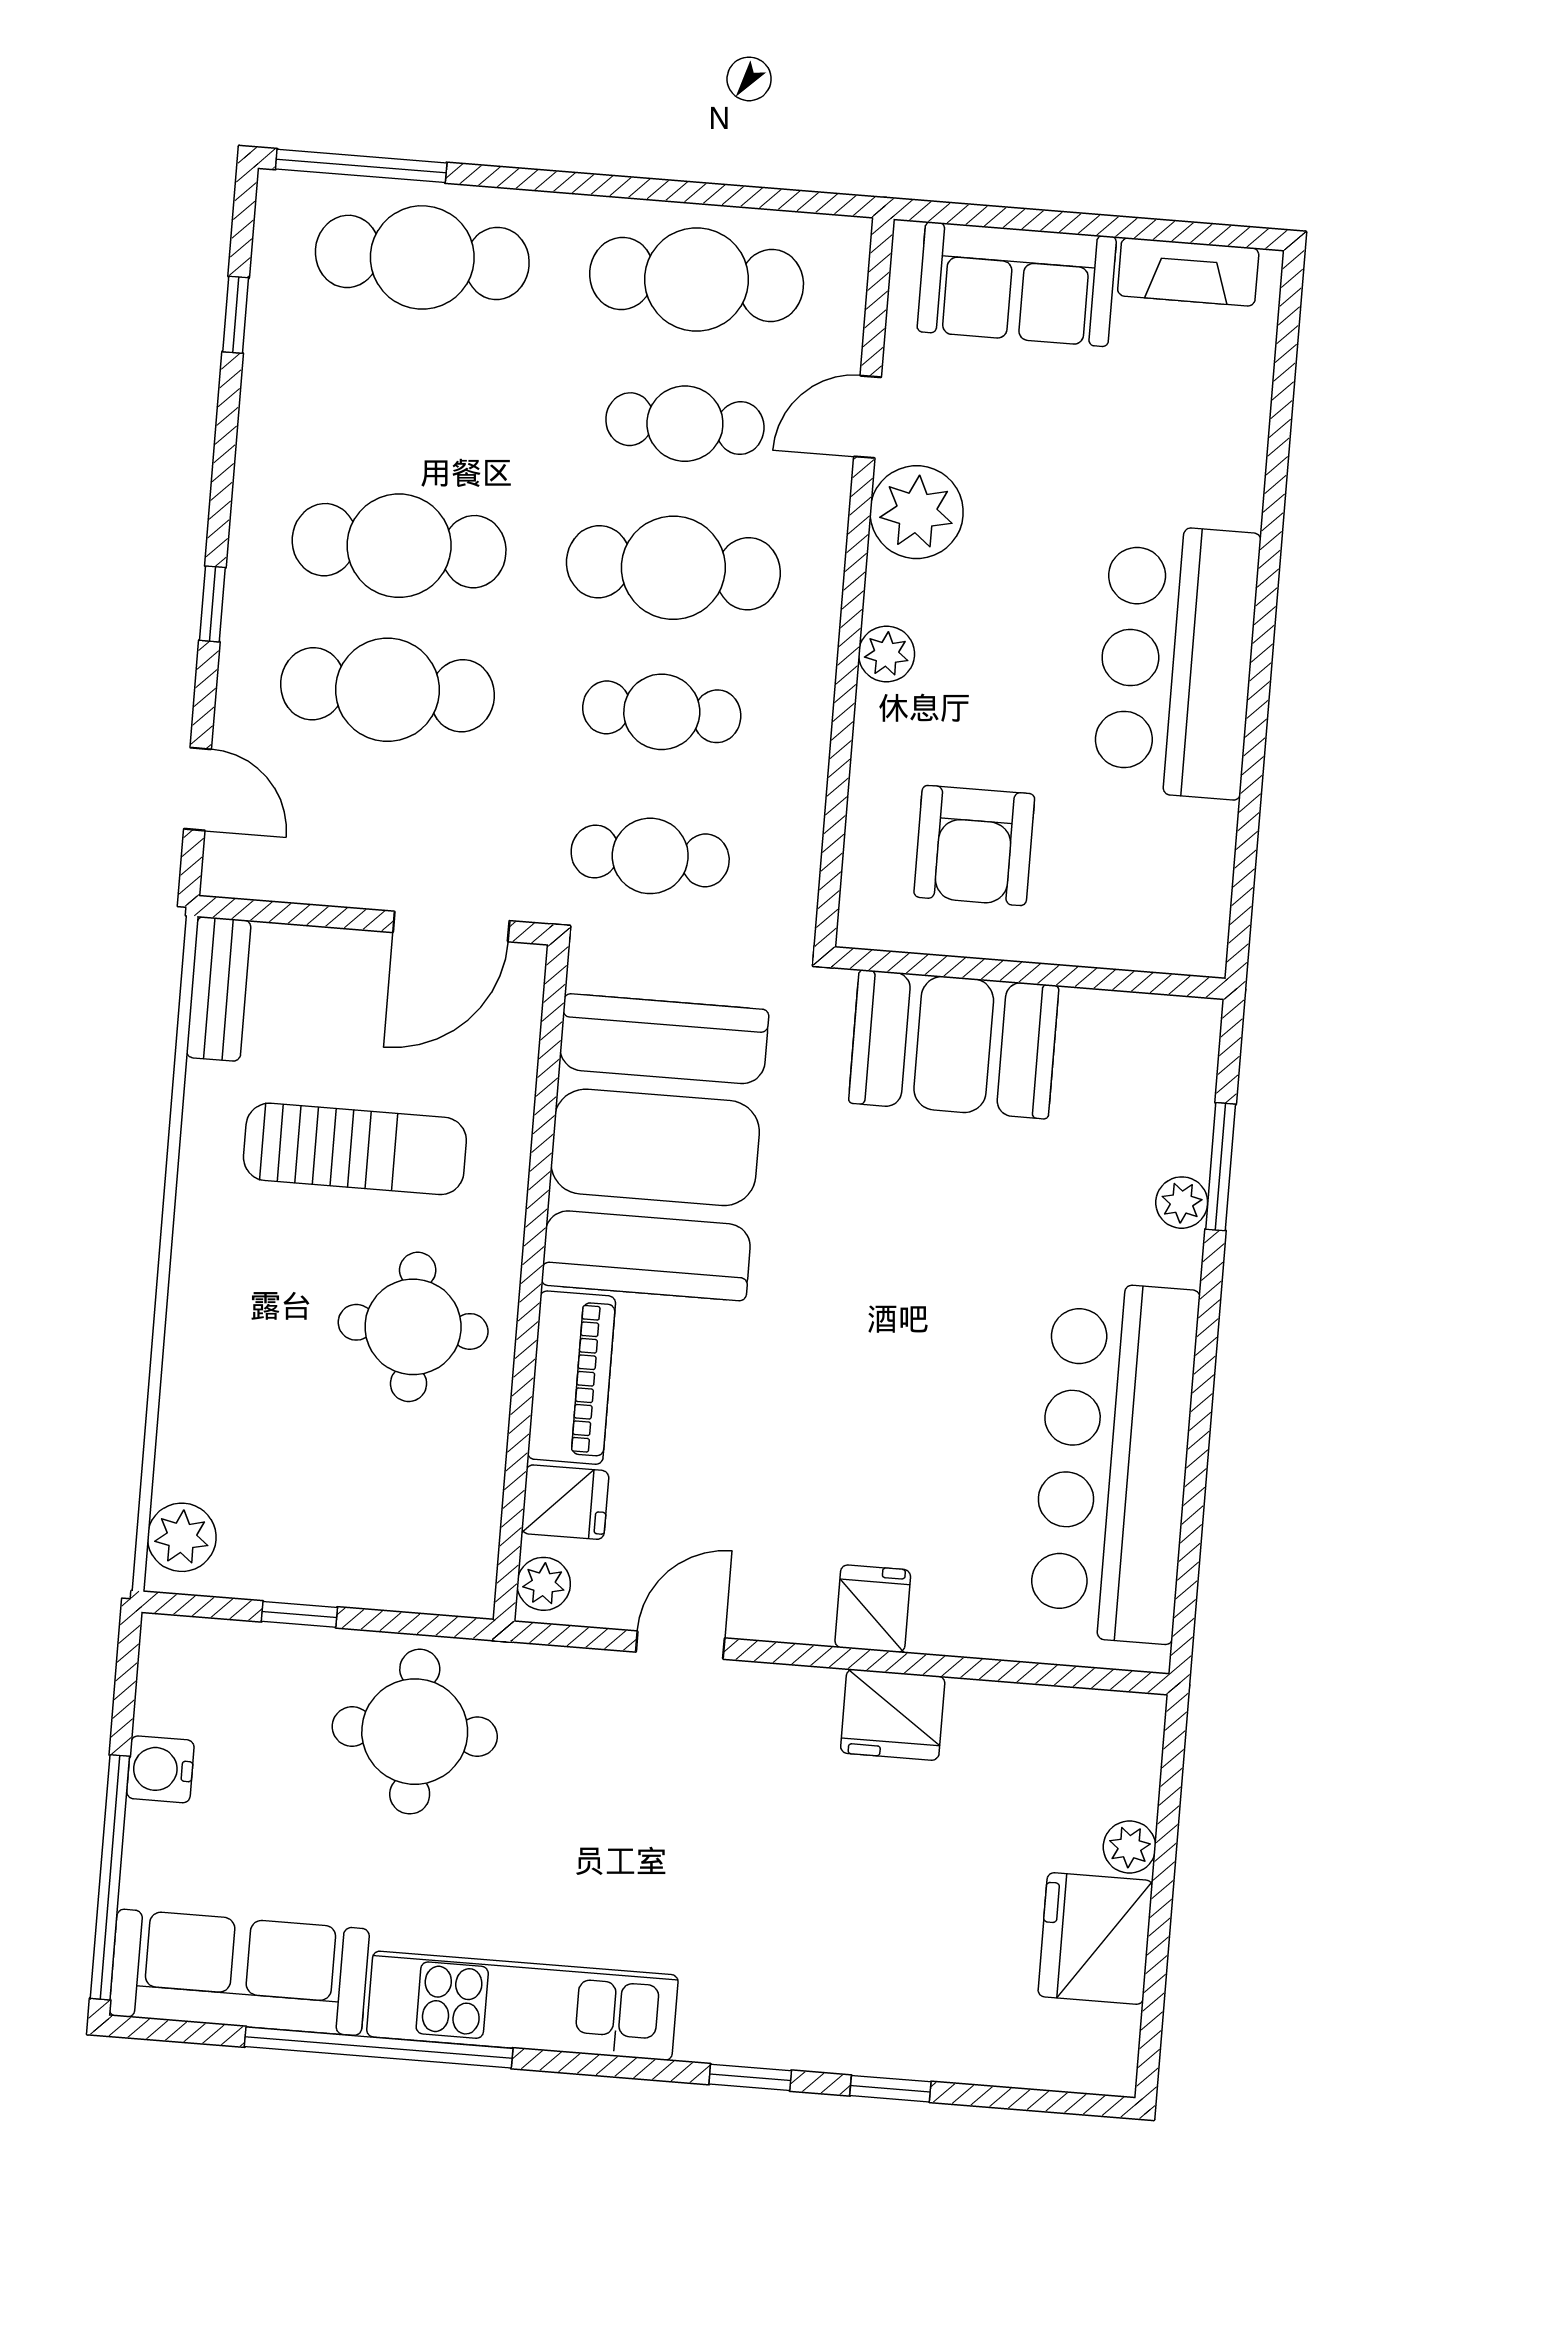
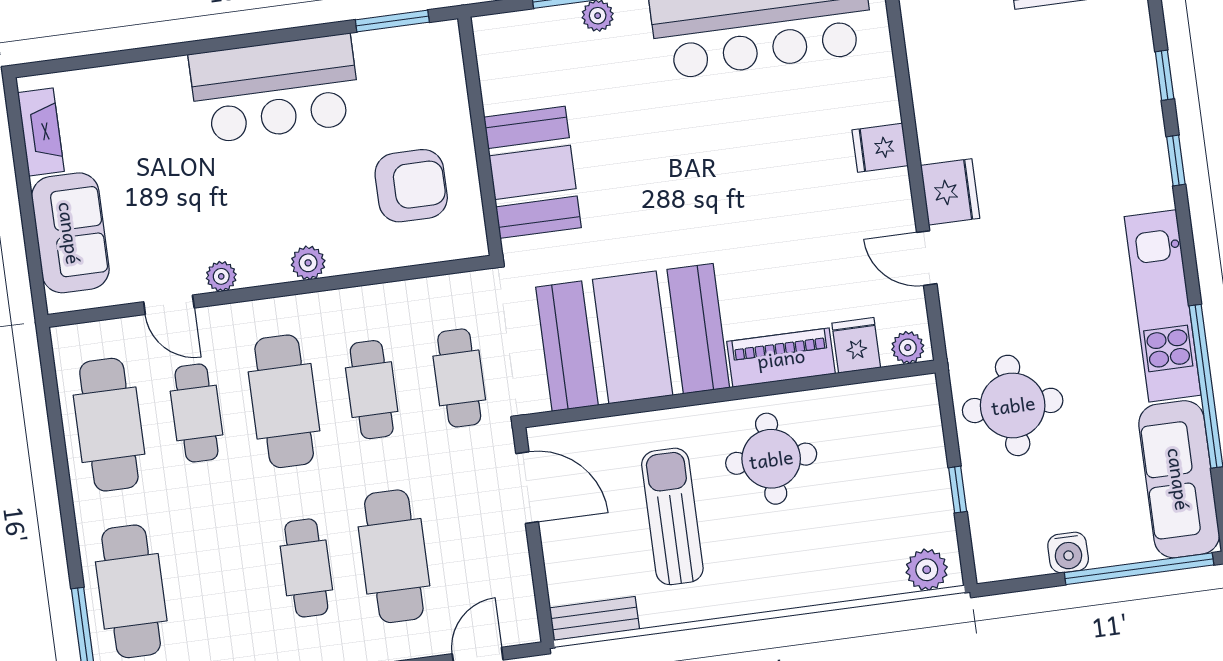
plant: (917, 512) -> (221, 276), width x0.53, depth x0.53
cafe table: (399, 546) -> (306, 568), width x0.73, depth x0.74
window: (1244, 872) -> (392, 21), added
fridge: (893, 1715) -> (950, 192), moved

